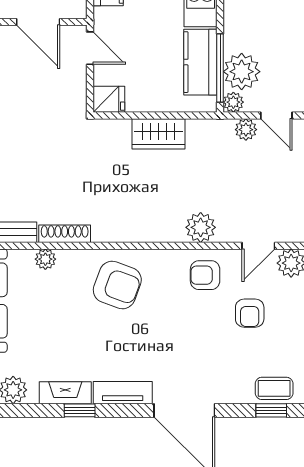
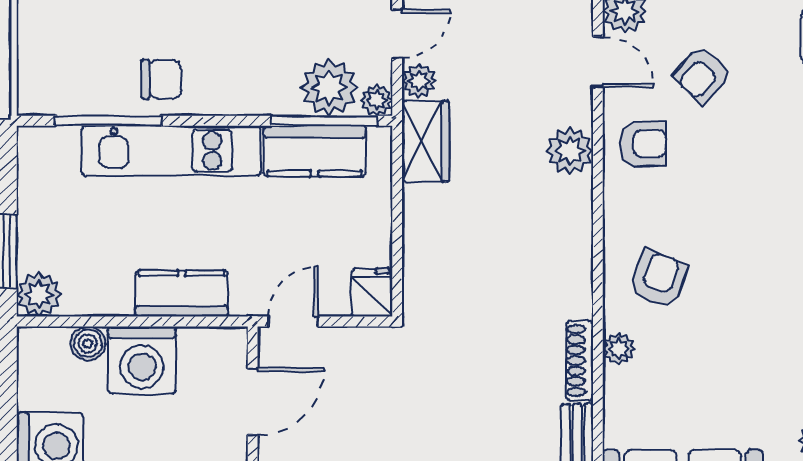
wardrobe: (159, 134) -> (426, 141), moved
plant: (45, 259) -> (619, 349), moved
armchair: (205, 275) -> (643, 144), turned -90
armchair: (117, 285) -> (659, 279), width x0.72, depth x0.72
armchair: (250, 313) -> (702, 75), turned 133

